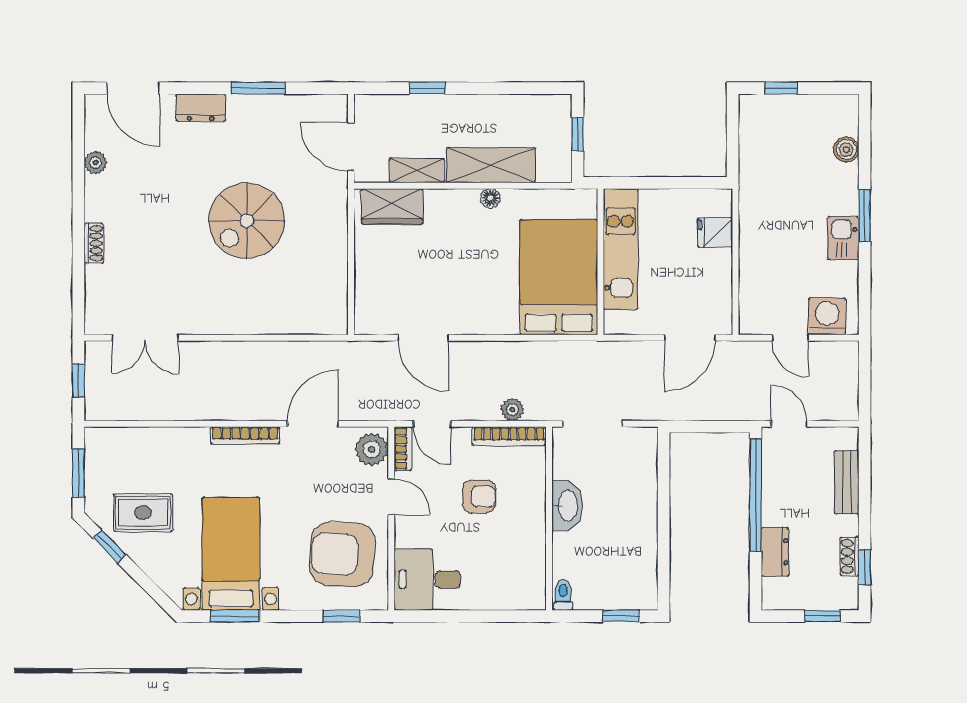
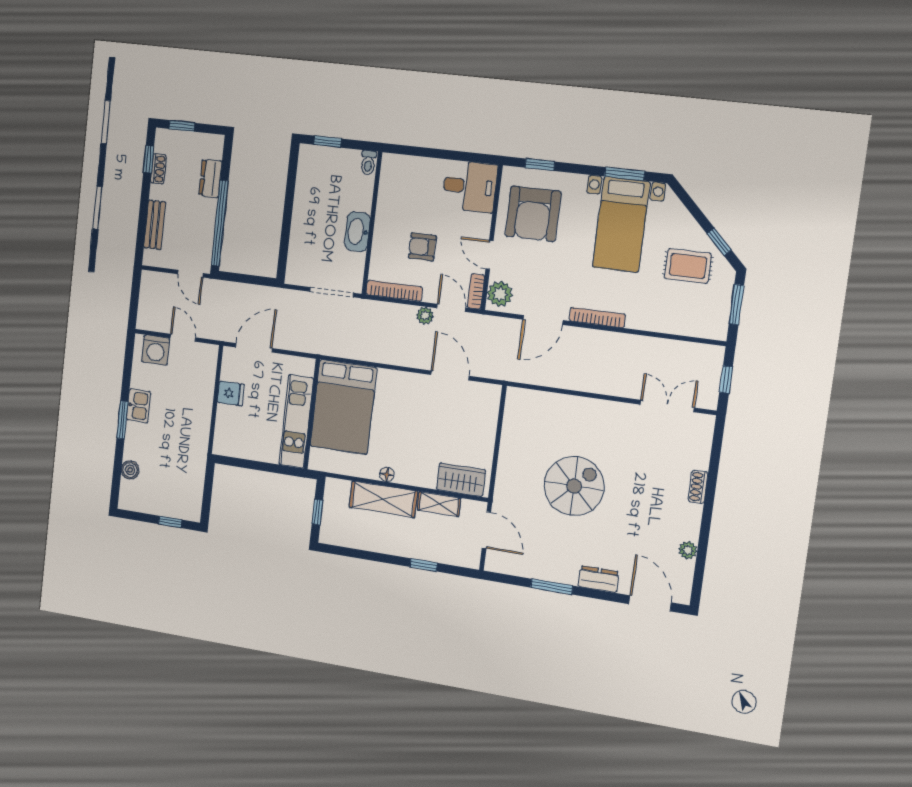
fridge: (715, 233) -> (231, 393), moved
plant: (512, 410) -> (425, 316), moved
armchair: (342, 554) -> (533, 214), turned 87

